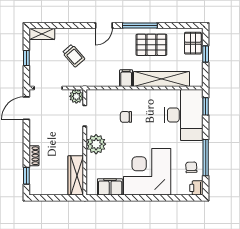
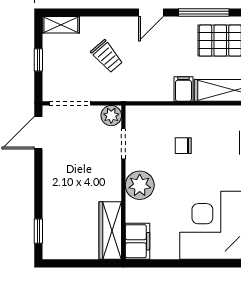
shoe rack: (34, 156) -> (50, 202), removed
filing cabinet: (110, 187) -> (137, 241), moved, turned 90

